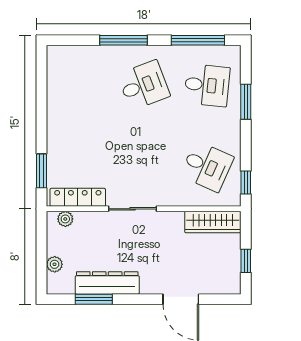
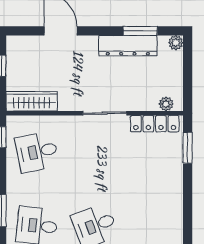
desk: (207, 166) -> (37, 152), turned -36
plant: (55, 264) -> (176, 43), moved

